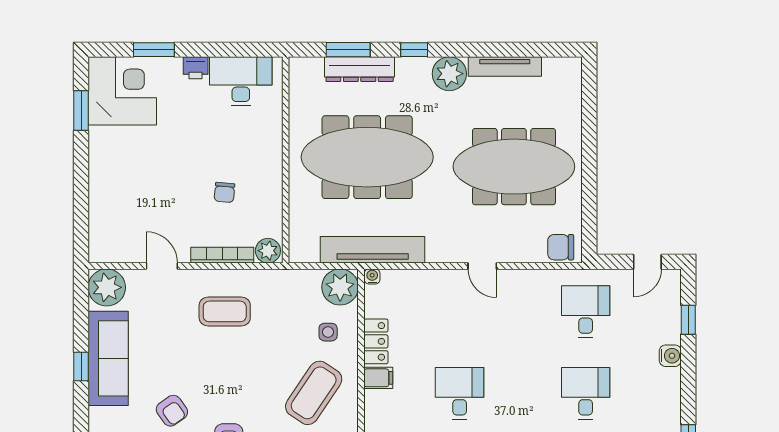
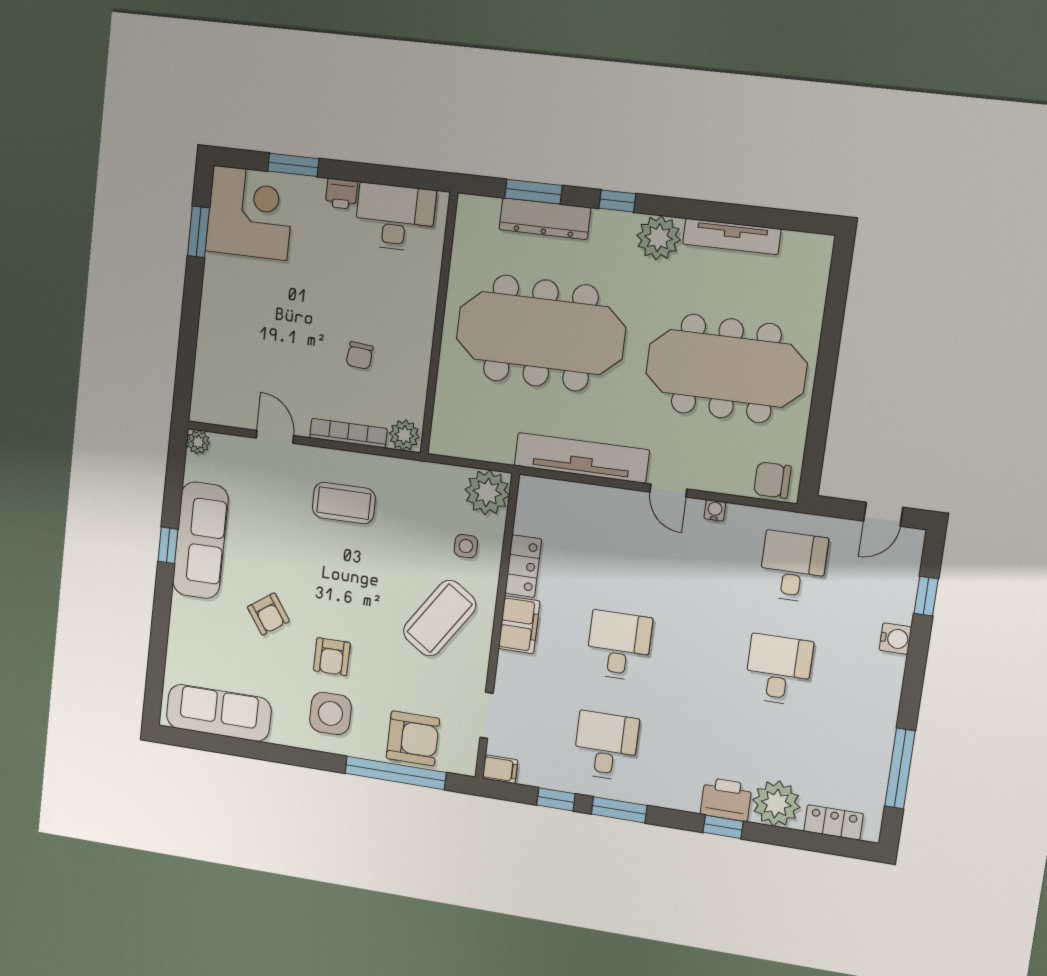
tv unit: (373, 250) -> (582, 458), moved
water cooler: (372, 276) -> (715, 510), moved
plant: (107, 287) -> (198, 442), width x0.53, depth x0.53
filing cabinet: (378, 378) -> (519, 625), width x2.00

